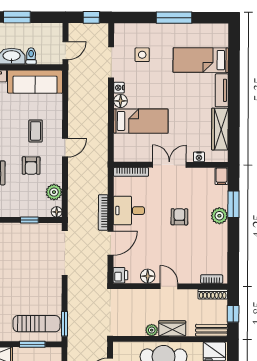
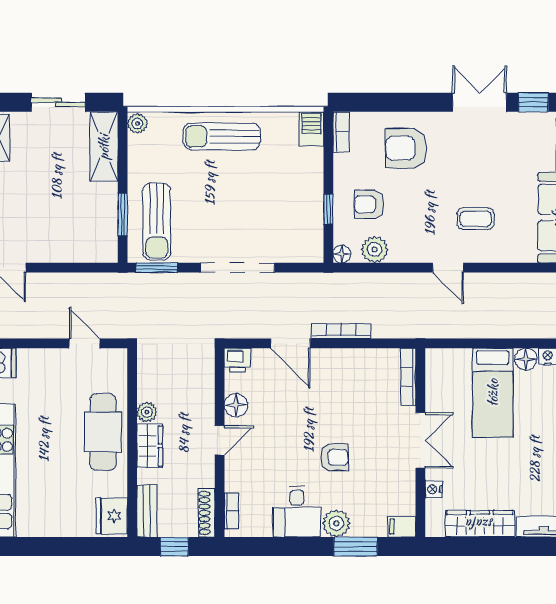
armchair: (31, 166) -> (369, 204), moved
desk: (129, 211) -> (297, 512), moved, turned 180
doorway: (65, 253) -> (237, 268), moved

